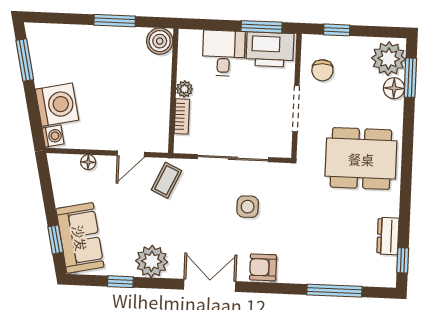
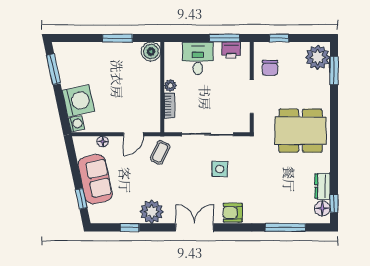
printer: (270, 49) -> (231, 50), width x0.53, depth x0.68
floor lamp: (394, 88) -> (322, 208), moved
sofa: (80, 238) -> (95, 179), moved

